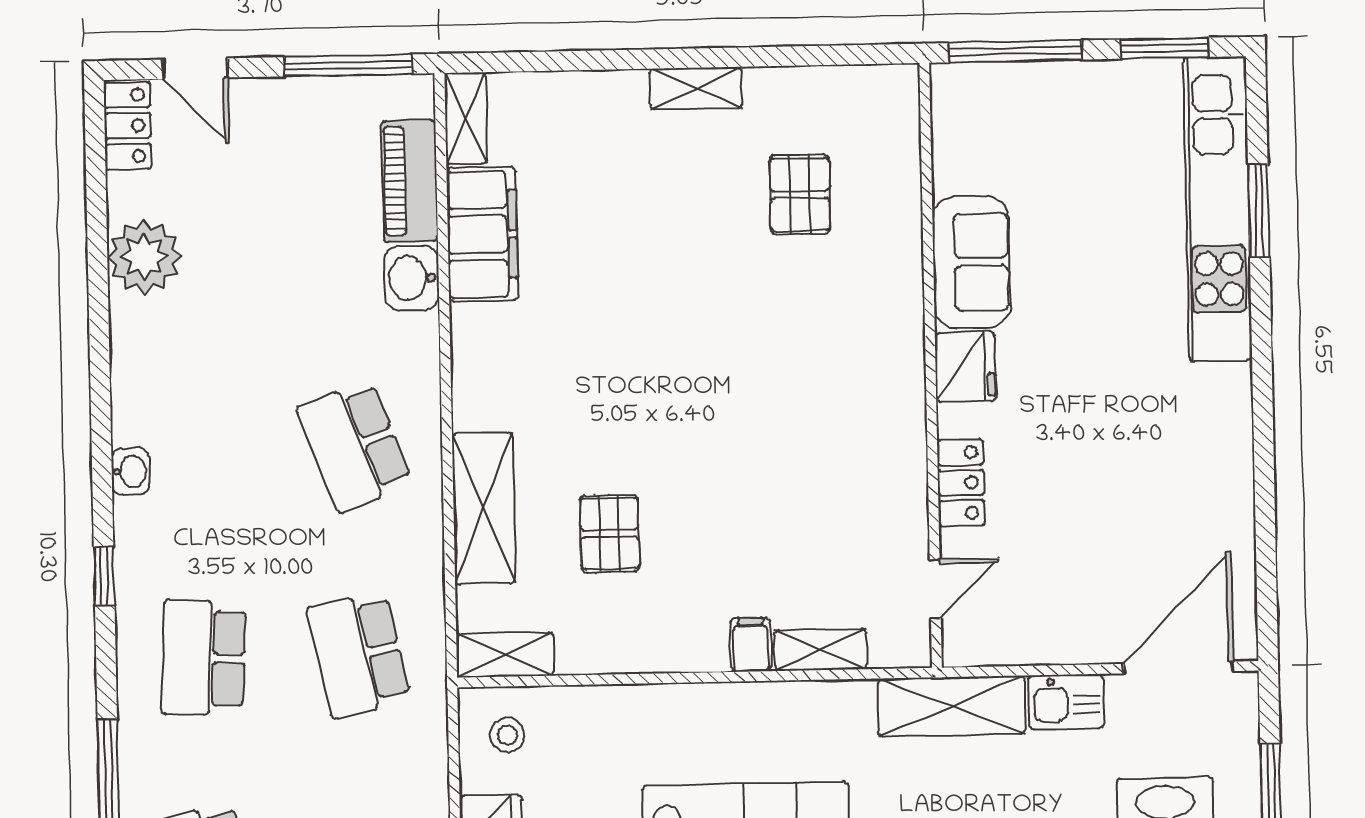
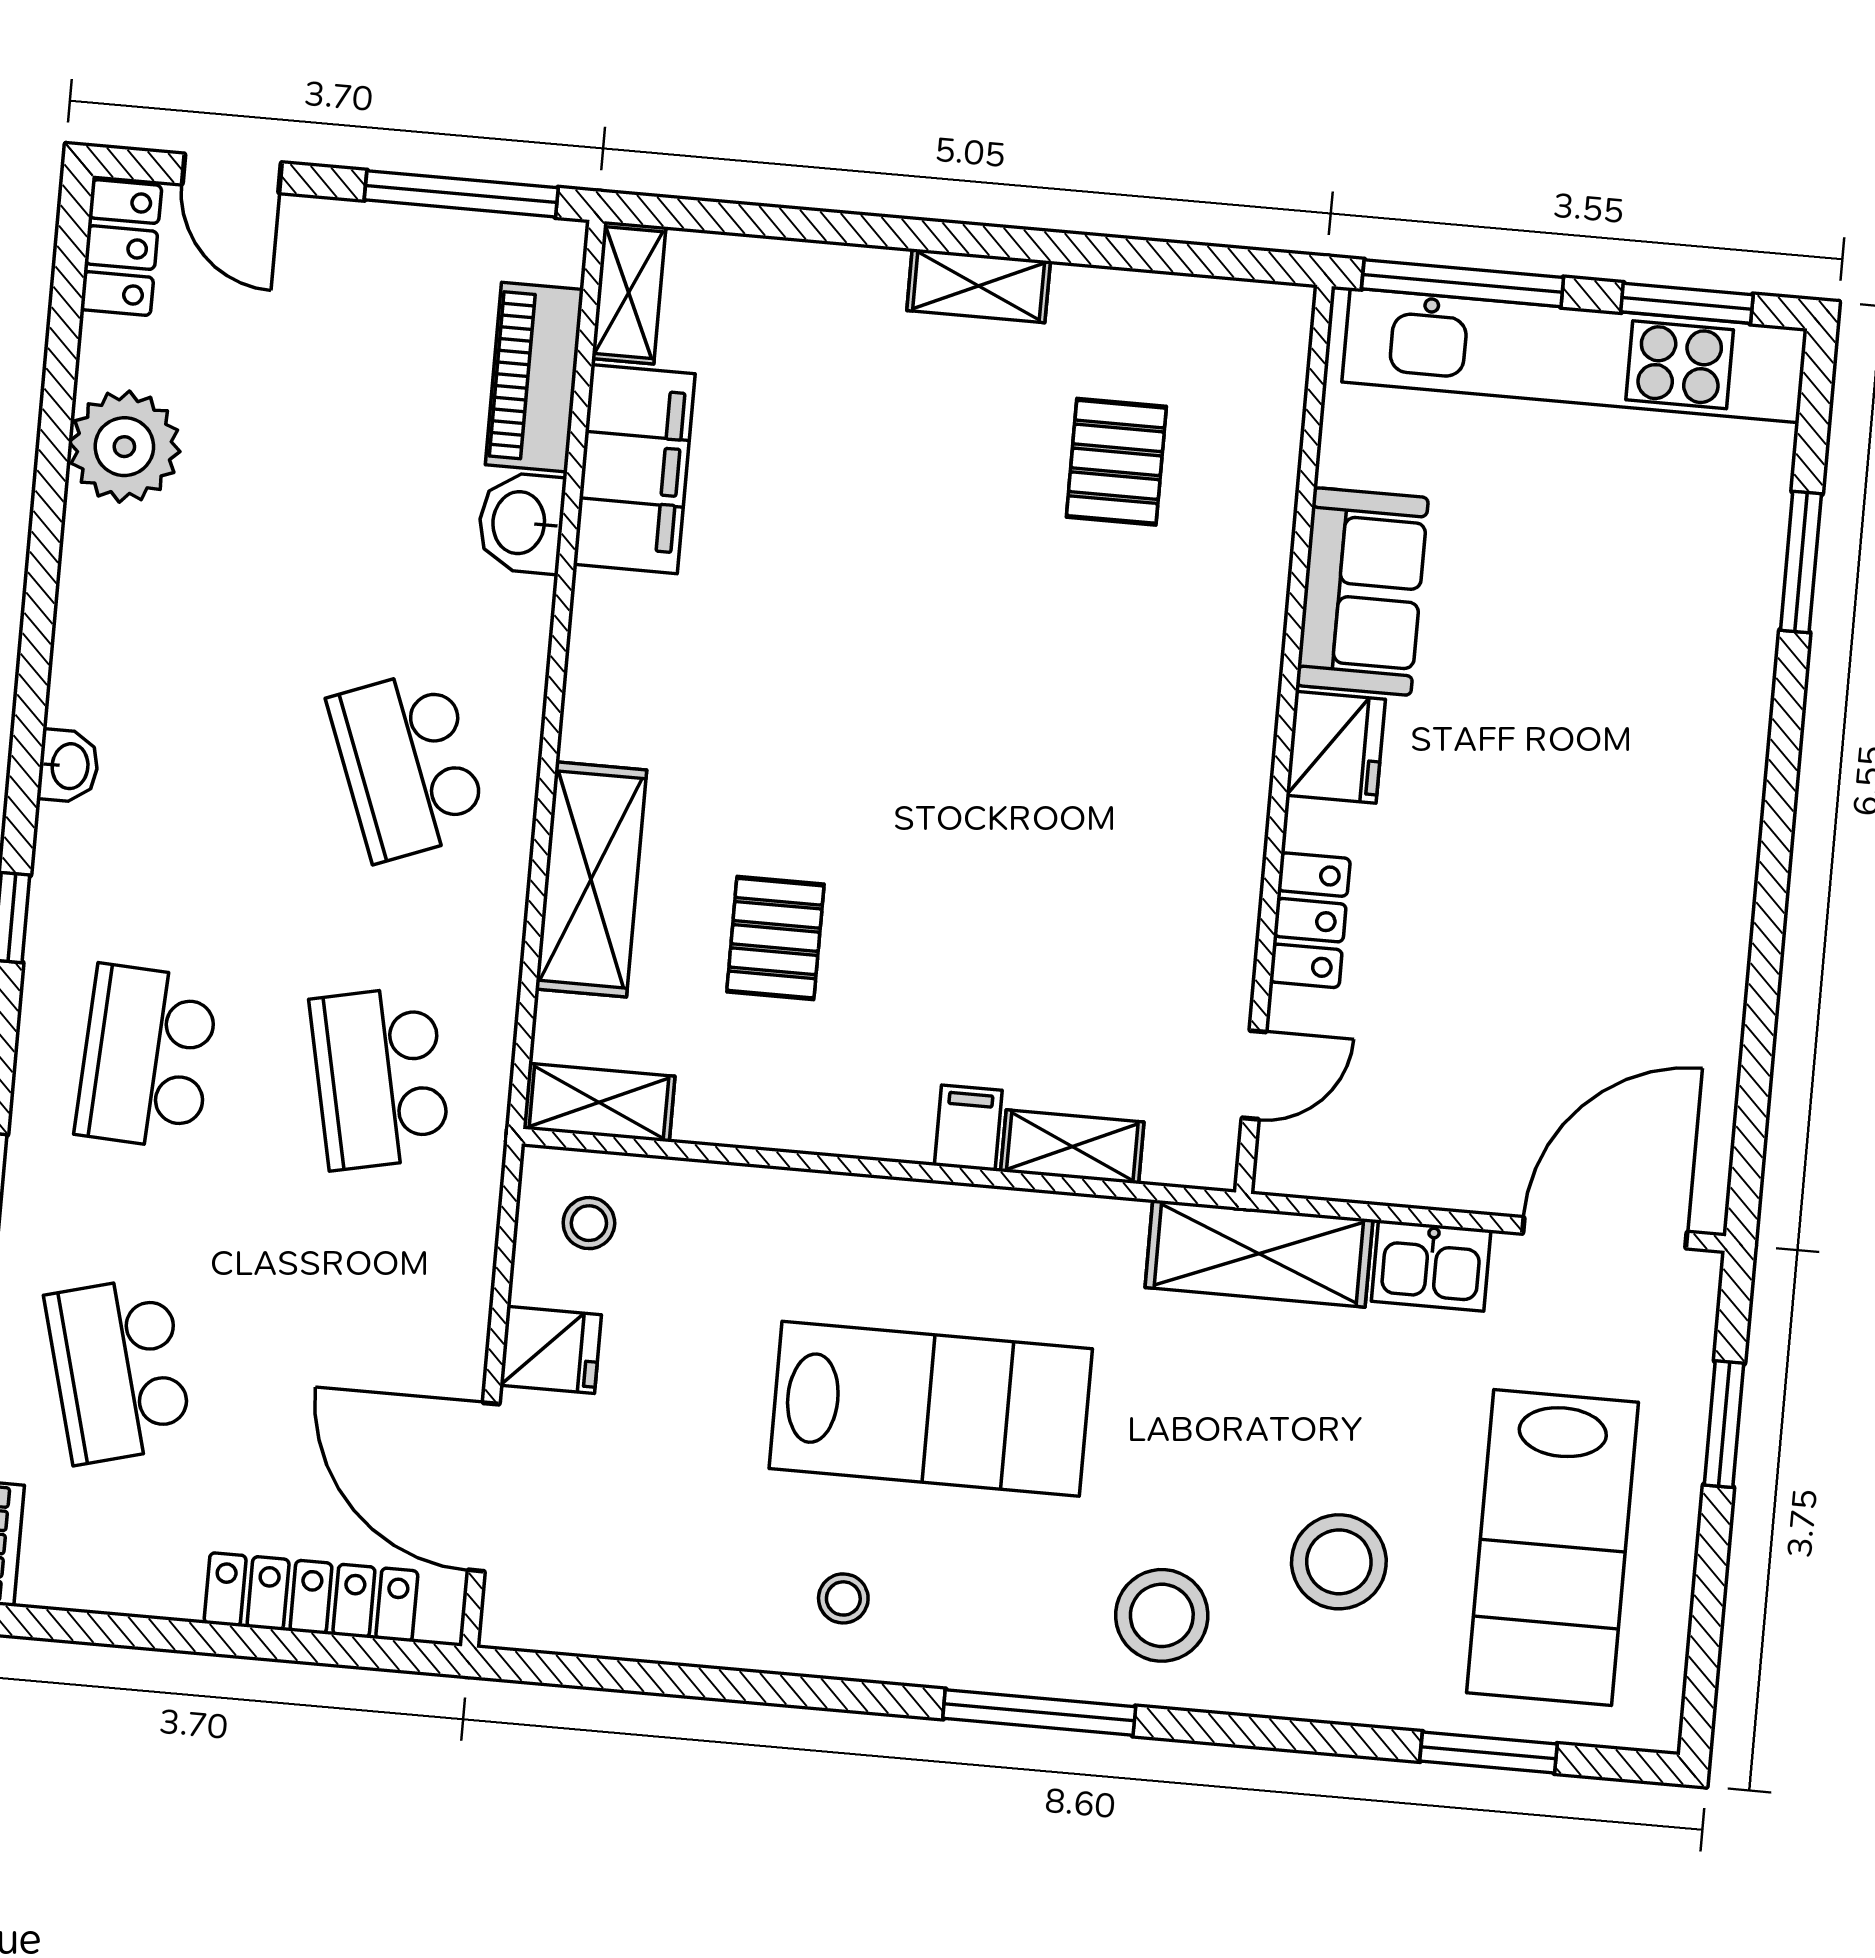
kitchen unit: (1218, 209) -> (1575, 355), moved, turned -90

